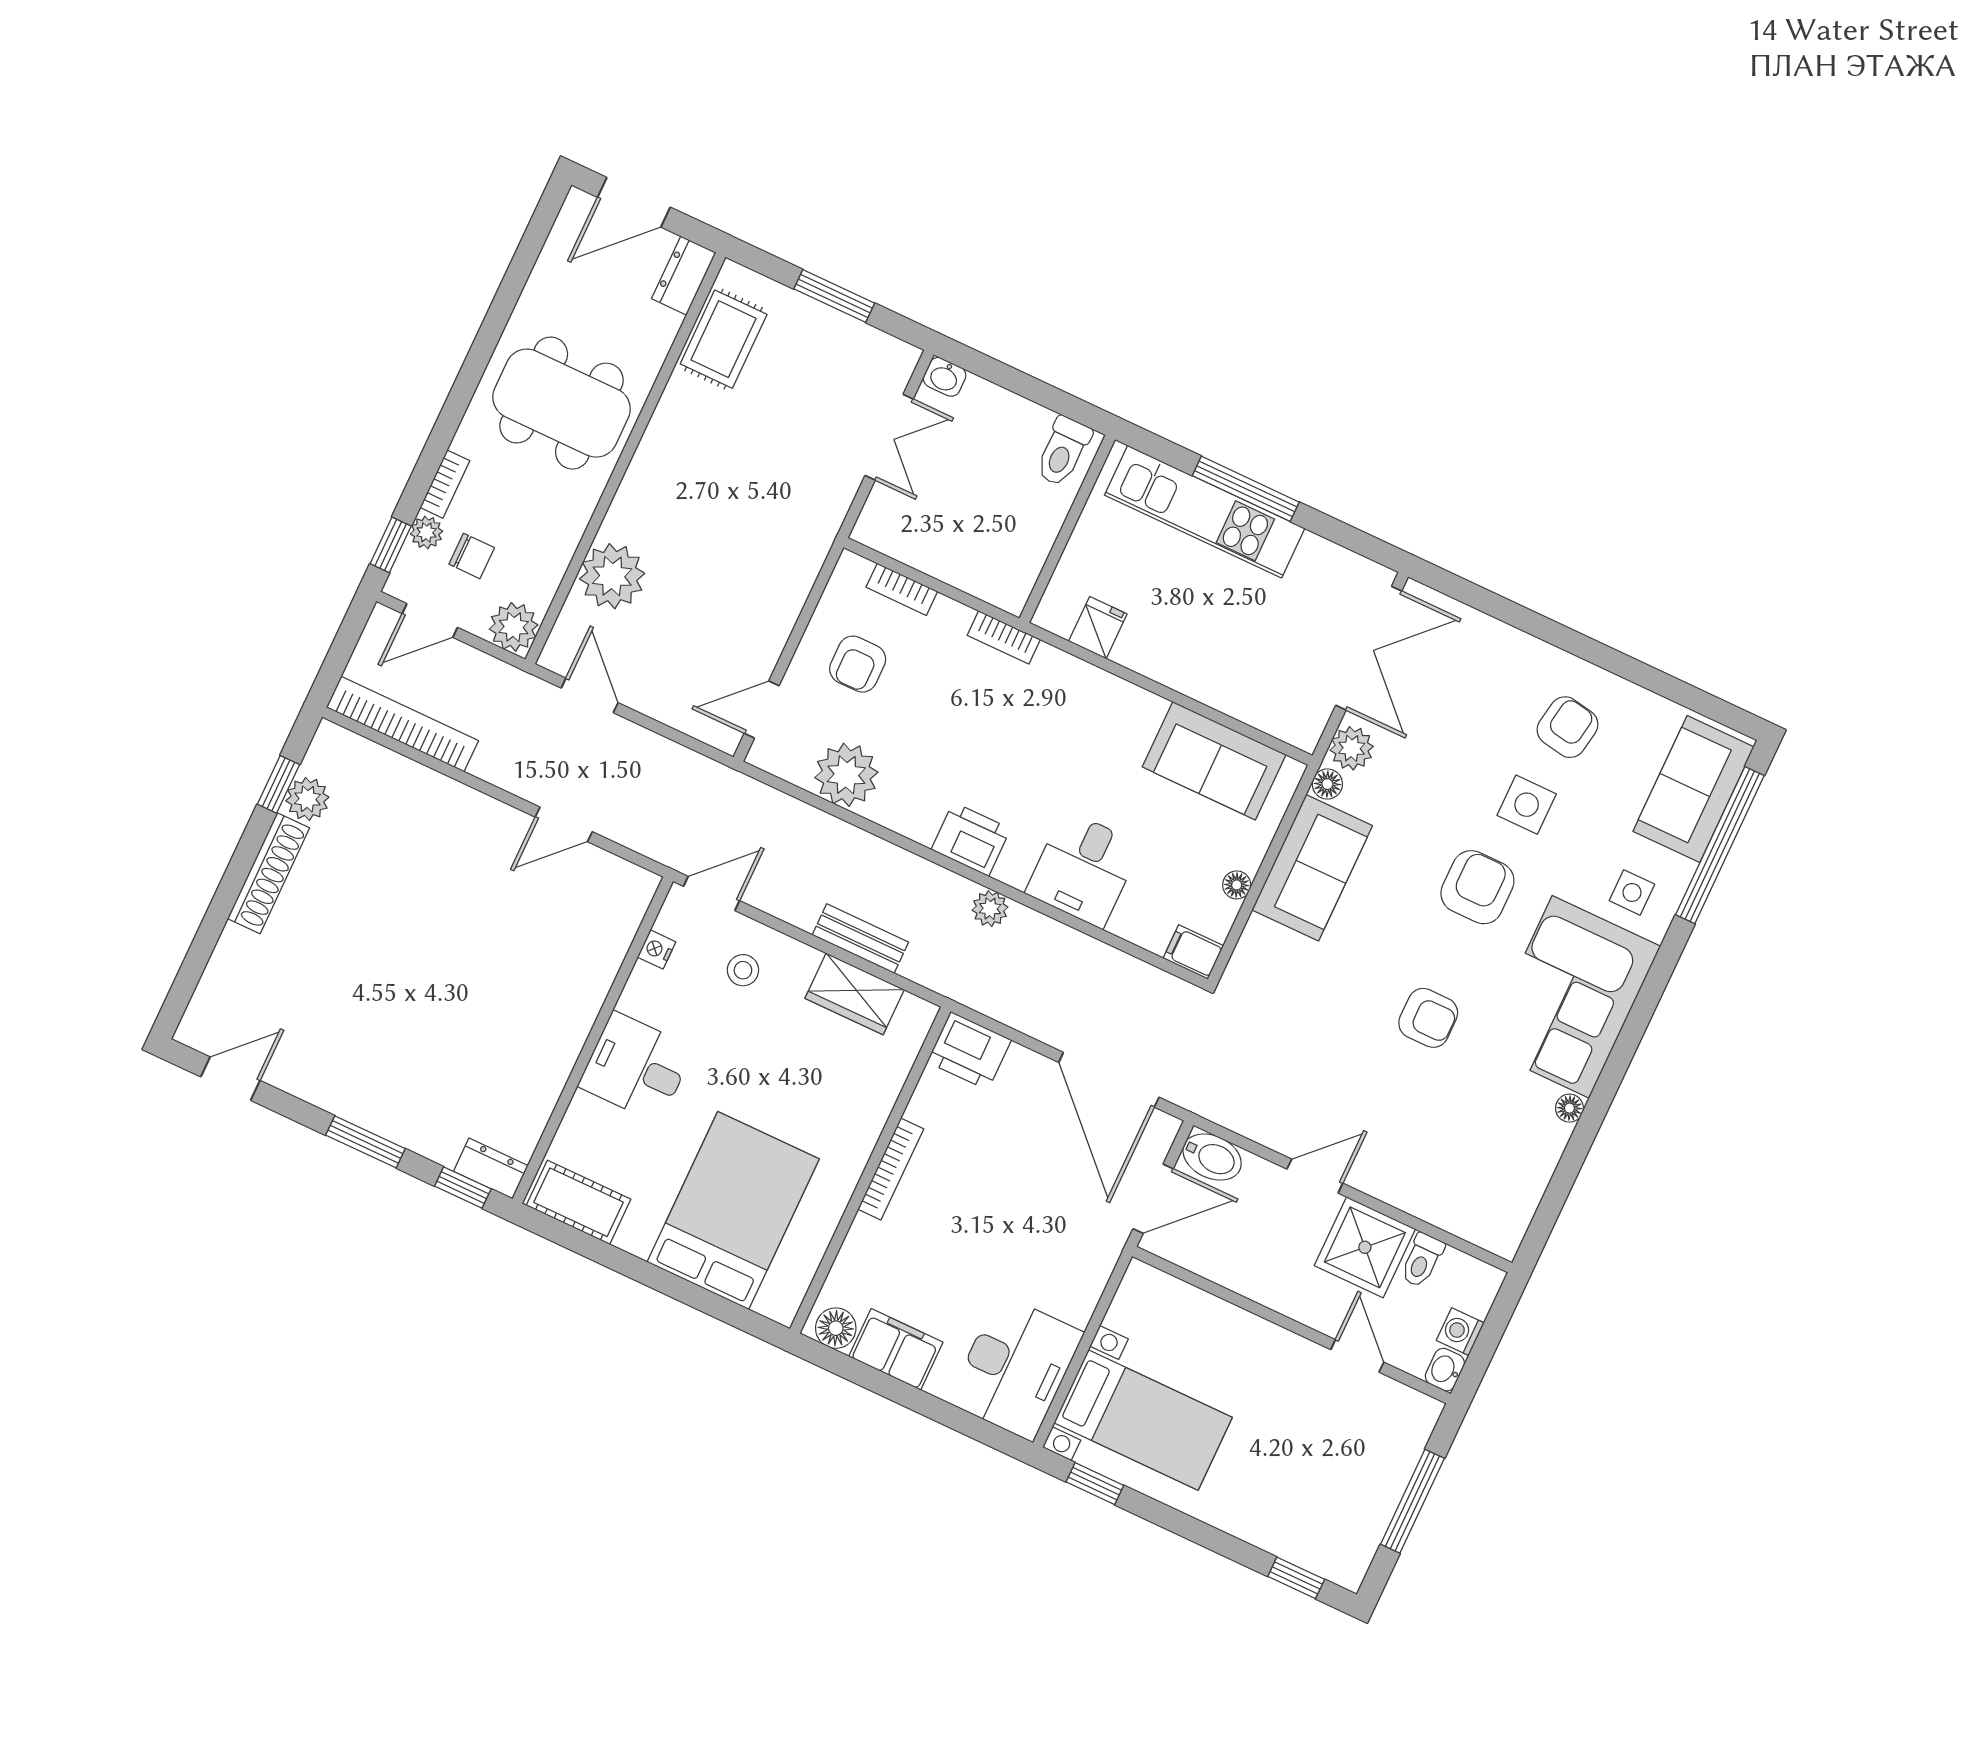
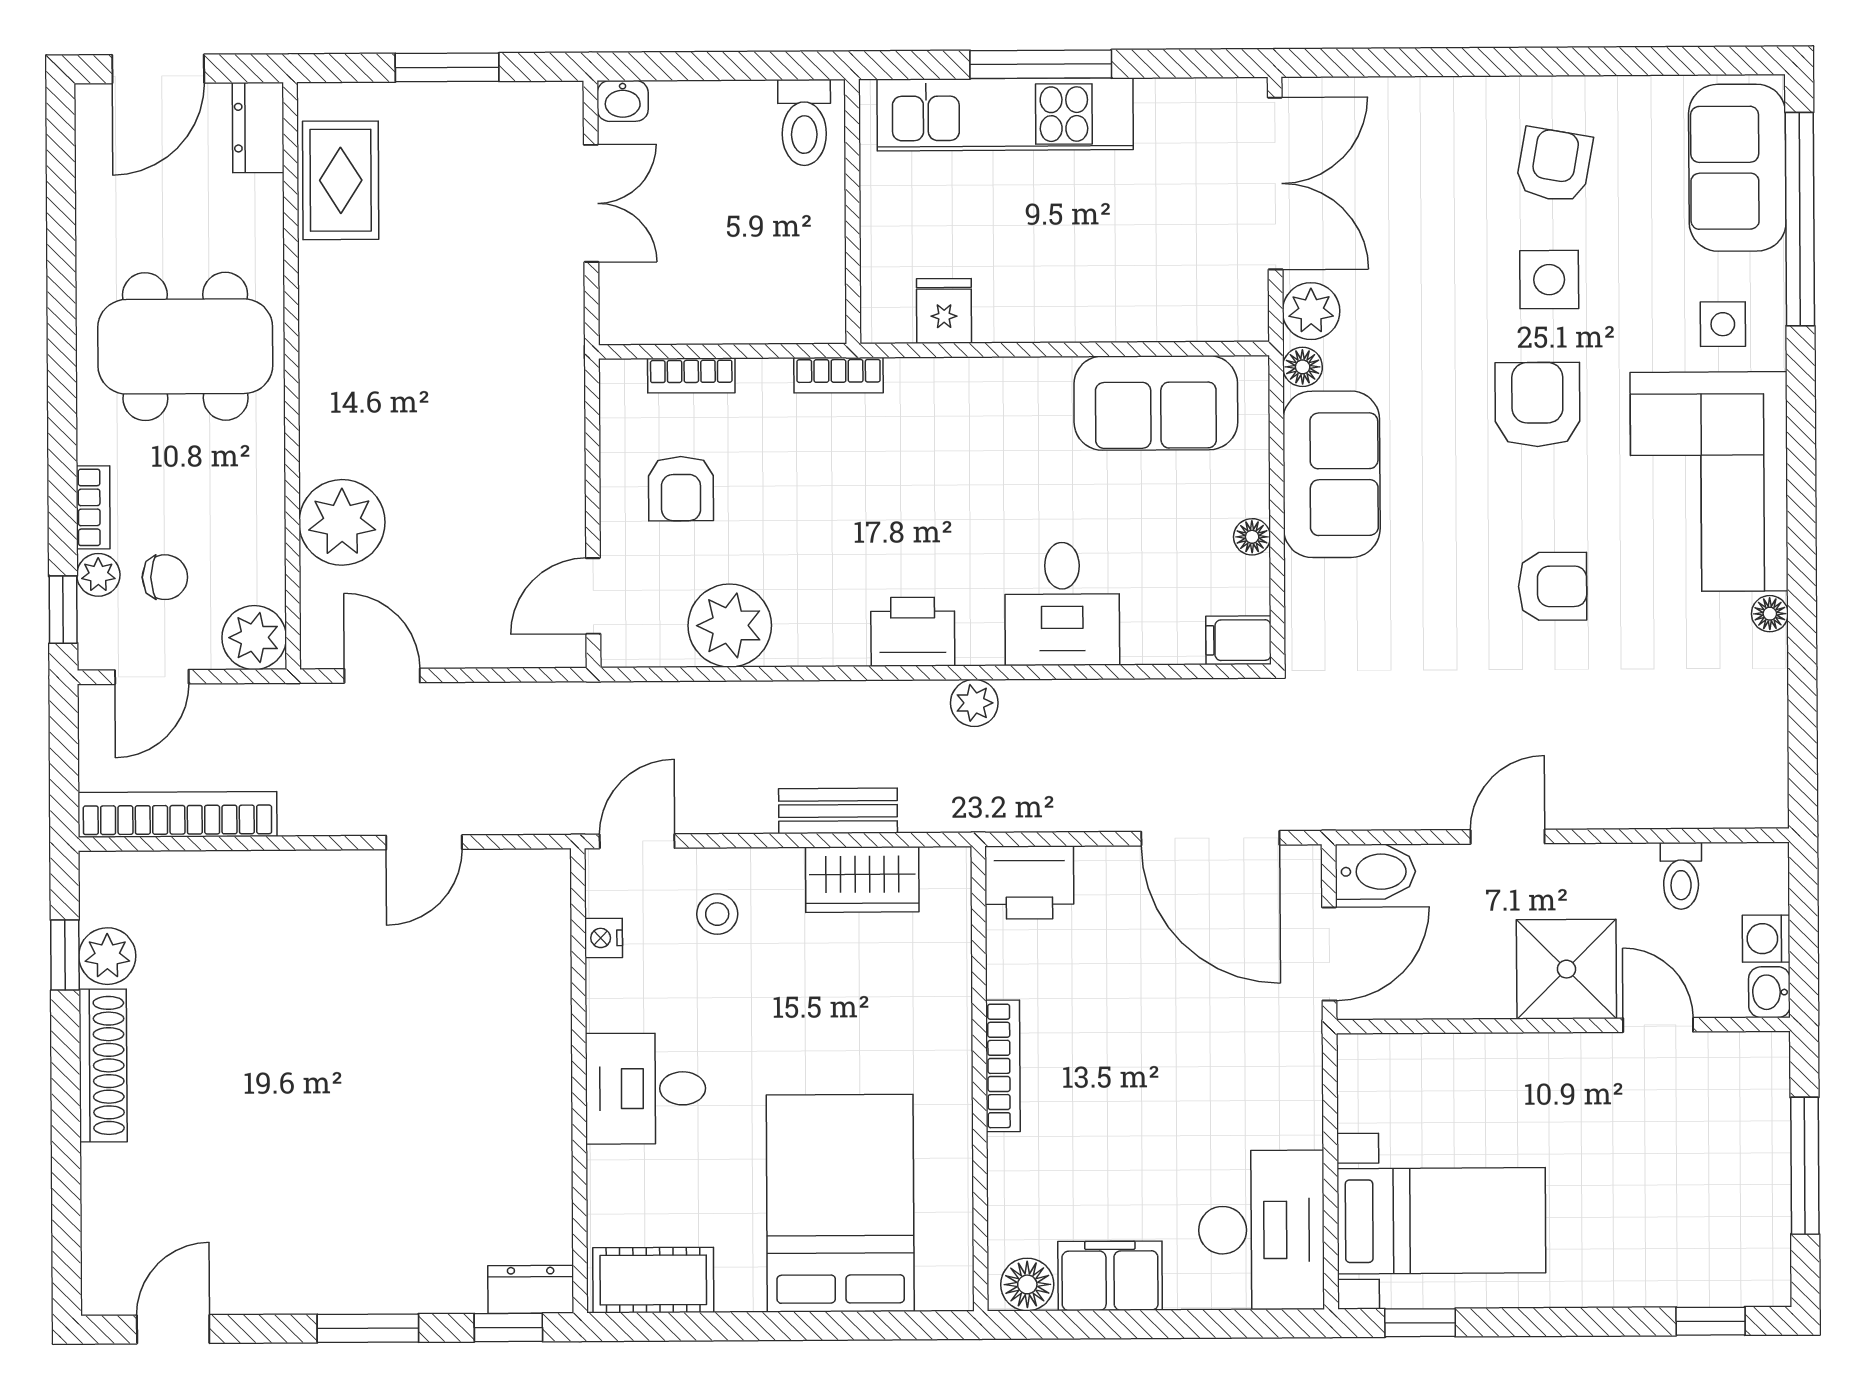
shower: (1365, 1247) -> (1566, 969), moved

